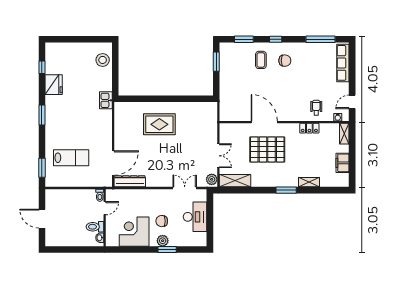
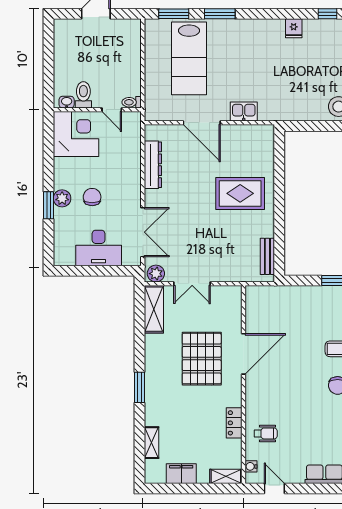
fridge: (54, 85) -> (294, 28), width x0.53, depth x0.75
kitchen sink: (106, 100) -> (244, 111), moved
bench: (200, 106) -> (267, 256), added
window: (42, 115) -> (220, 14), moved
rug: (159, 124) -> (240, 193), turned 90
lab bench: (71, 158) -> (189, 58), width x1.36, depth x1.39
door: (113, 163) -> (202, 123), moved
dresser: (130, 181) -> (153, 165), moved
shelving: (309, 182) -> (152, 443), moved
double door: (185, 188) -> (143, 232), width x1.37
corner desk: (134, 232) -> (76, 134), moved

